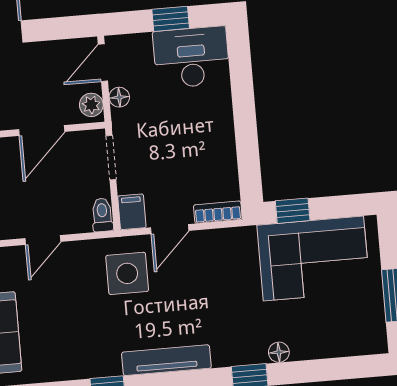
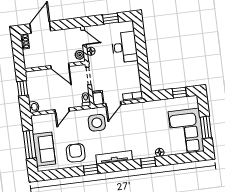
desk: (191, 57) -> (124, 47), moved, turned 90
door: (103, 63) -> (84, 37), swing flipped
door: (42, 130) -> (60, 66), hinge flipped
window: (293, 211) -> (179, 93), moved
corner sofa: (313, 258) -> (186, 131), moved, turned 90
armchair: (72, 346) -> (76, 153), added

